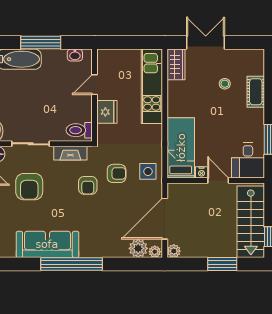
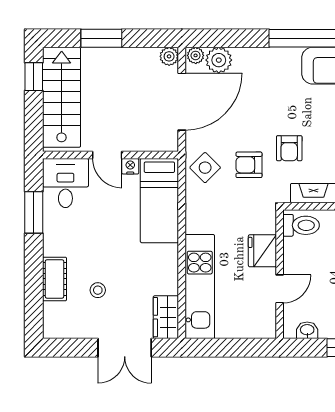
side table: (148, 171) -> (205, 168), turned 45
armchair: (88, 185) -> (289, 148), turned 180

